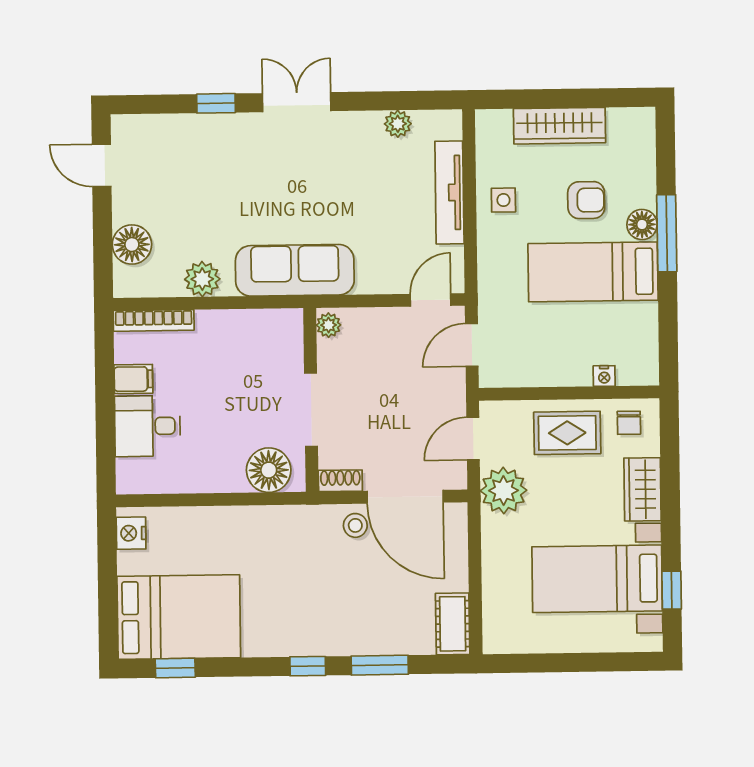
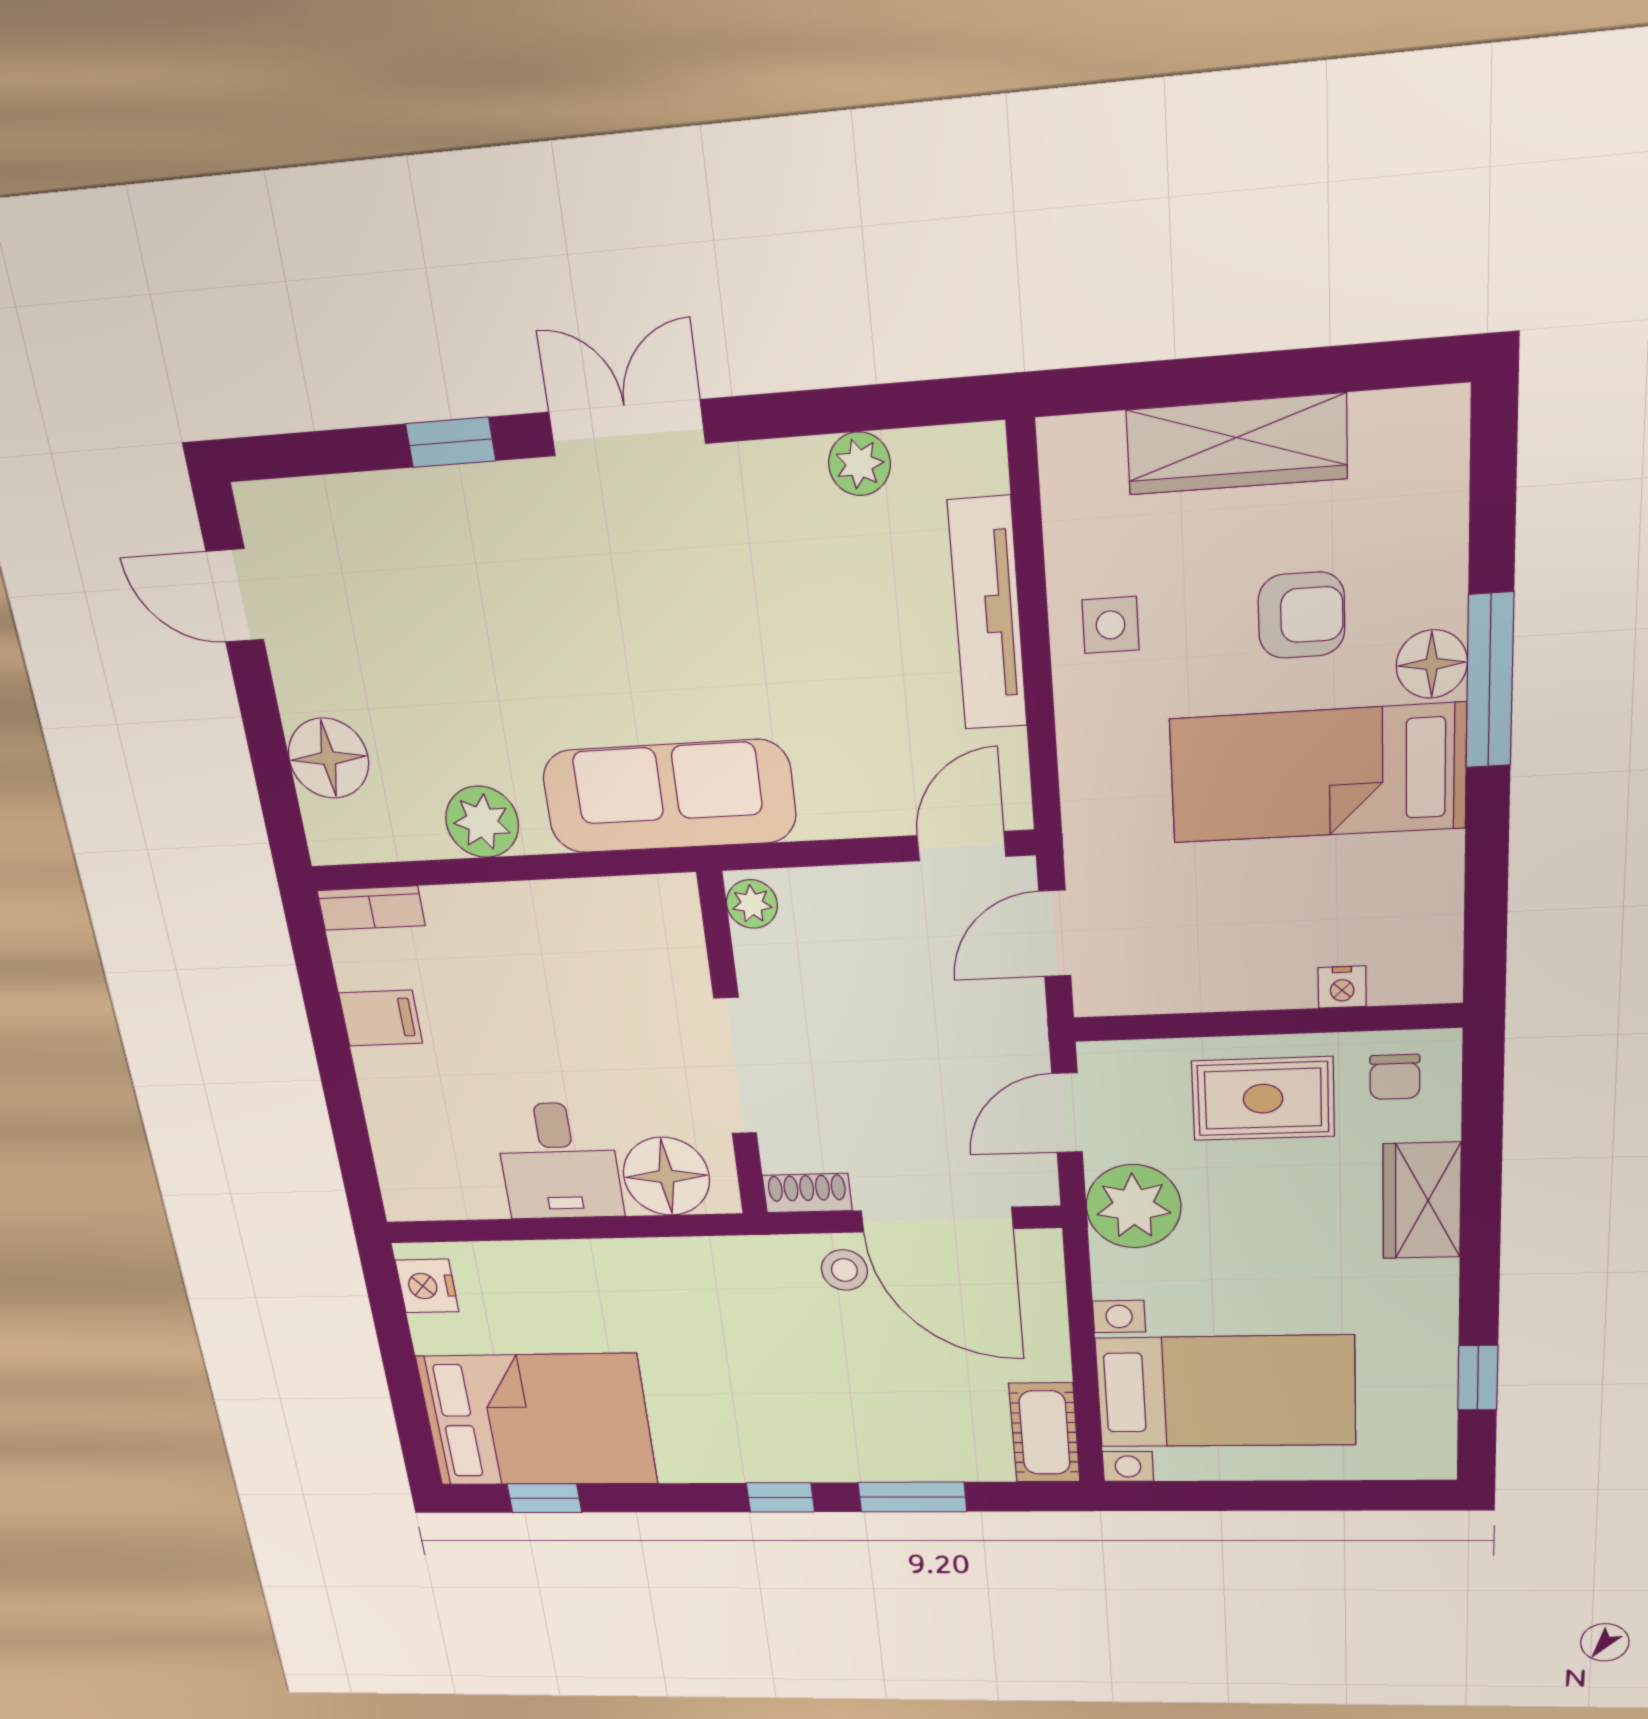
bookcase: (154, 320) -> (371, 908), width x0.64
desk: (147, 426) -> (559, 1161), moved, turned -90
bed with nightstands: (597, 579) -> (1226, 1392), moved, turned 180

